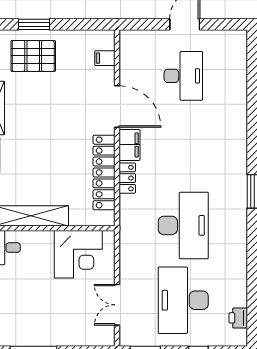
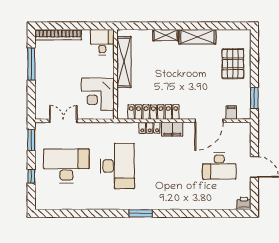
window: (34, 24) -> (254, 98), moved
door: (117, 106) -> (209, 121), moved
desk: (183, 225) -> (117, 166), turned -90
printer: (238, 318) -> (244, 203), moved

